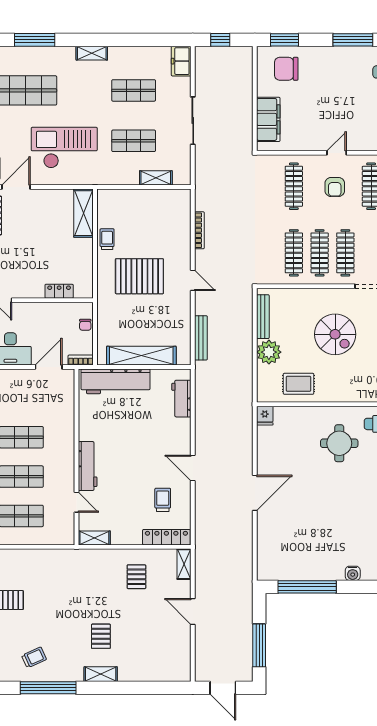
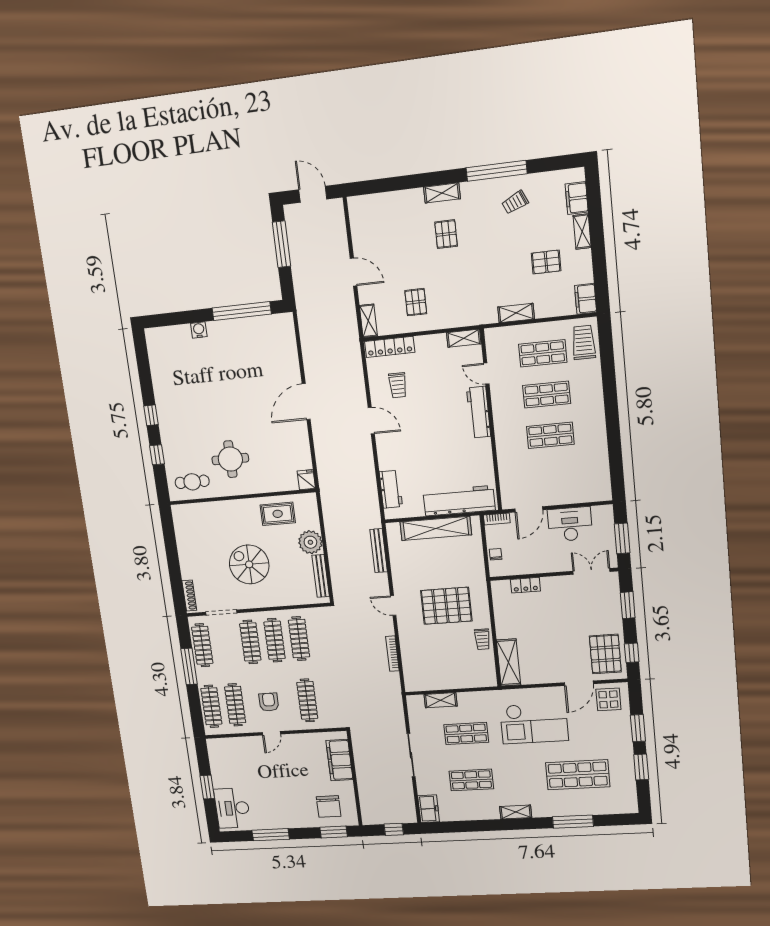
chair: (286, 69) -> (329, 806), turned 90
shelving: (43, 556) -> (516, 313), added

